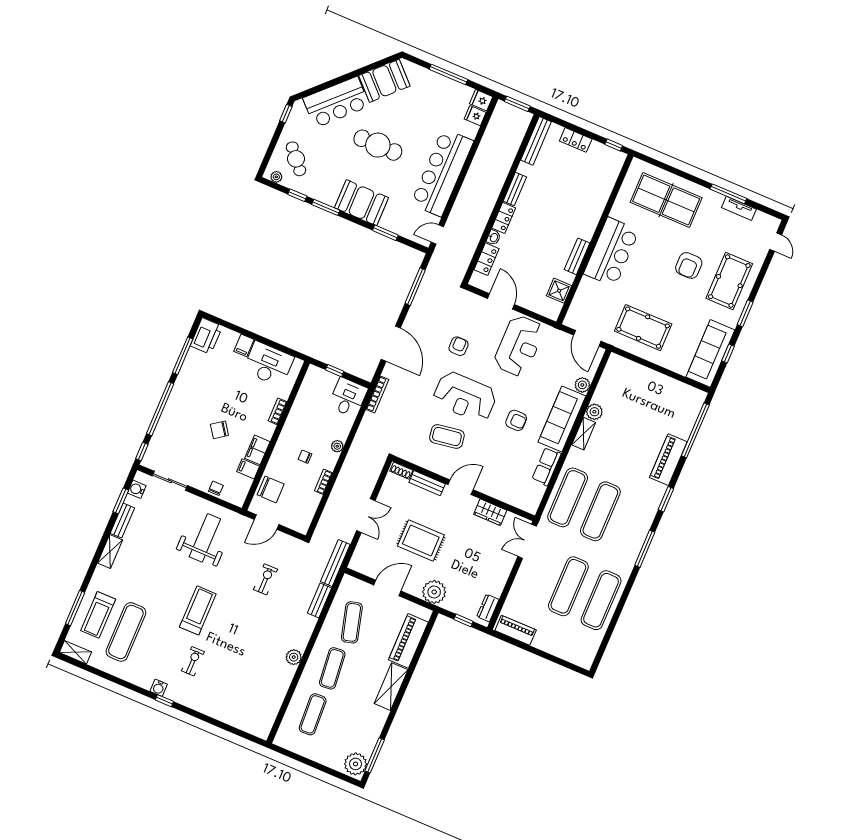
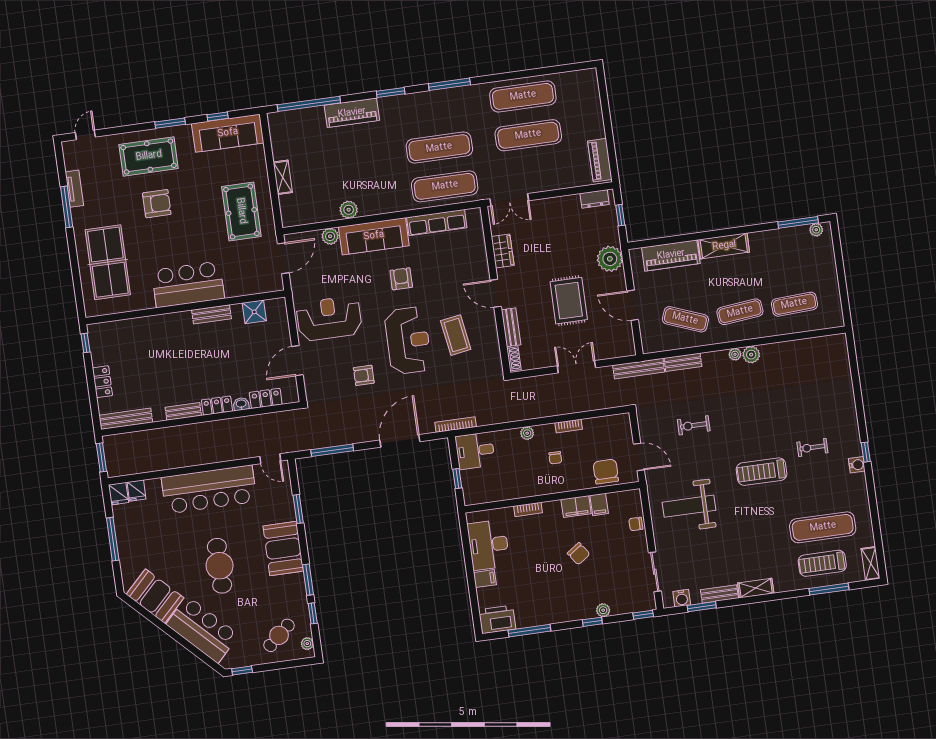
window: (160, 409) -> (592, 622), width x0.32
plant: (164, 423) -> (603, 610), added
shelving: (584, 434) -> (283, 177), moved, turned 90
row of seats: (547, 466) -> (437, 223), width x1.48
treadmill: (98, 615) -> (822, 563), turned 180
exercise mat: (352, 622) -> (685, 319), turned 36
plant: (301, 645) -> (735, 354), added
plant: (356, 764) -> (816, 230), width x0.53, depth x0.53

